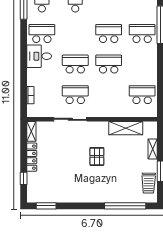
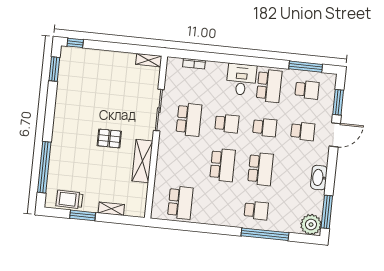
school desk: (75, 34) -> (265, 127), added
school desk: (142, 34) -> (256, 210), width x0.54
school desk: (75, 64) -> (227, 123), width x0.54
shelving: (126, 128) -> (142, 161), moved
locker: (32, 157) -> (117, 57), removed
window: (24, 178) -> (75, 43), moved

